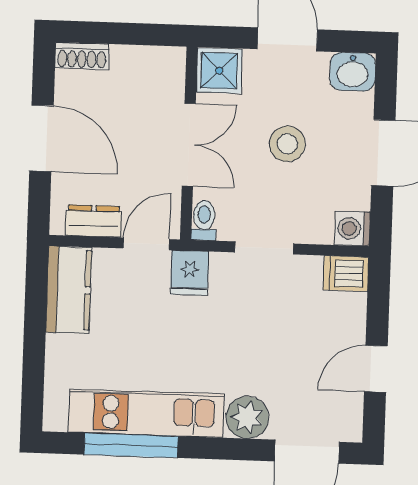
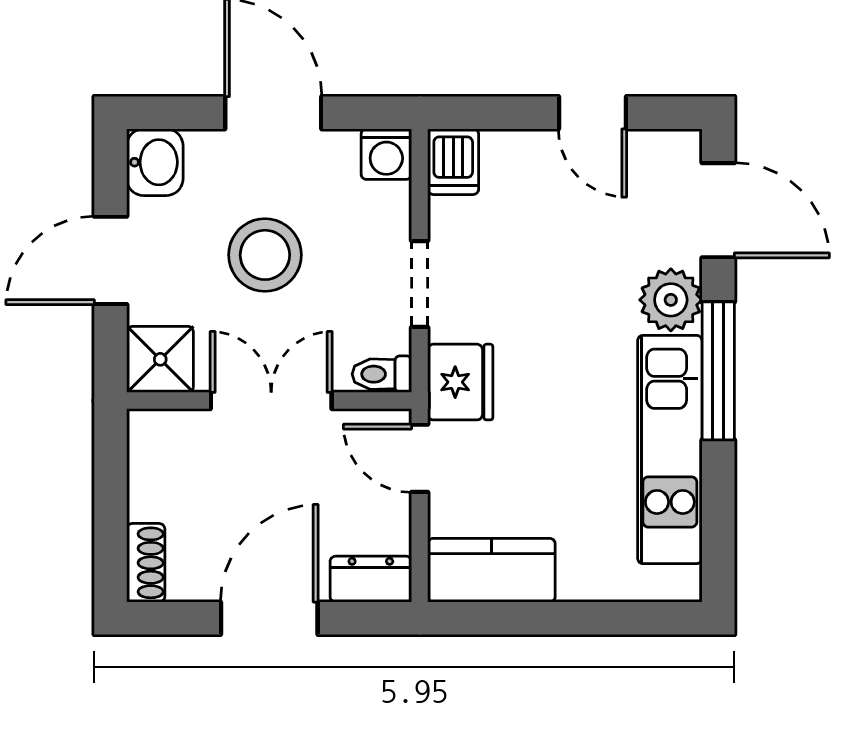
stool: (287, 144) -> (265, 255), width x1.38, depth x1.38
dresser: (93, 221) -> (371, 579), moved, turned 90
fridge: (190, 273) -> (460, 382), width x1.38
window: (131, 445) -> (718, 371), moved

